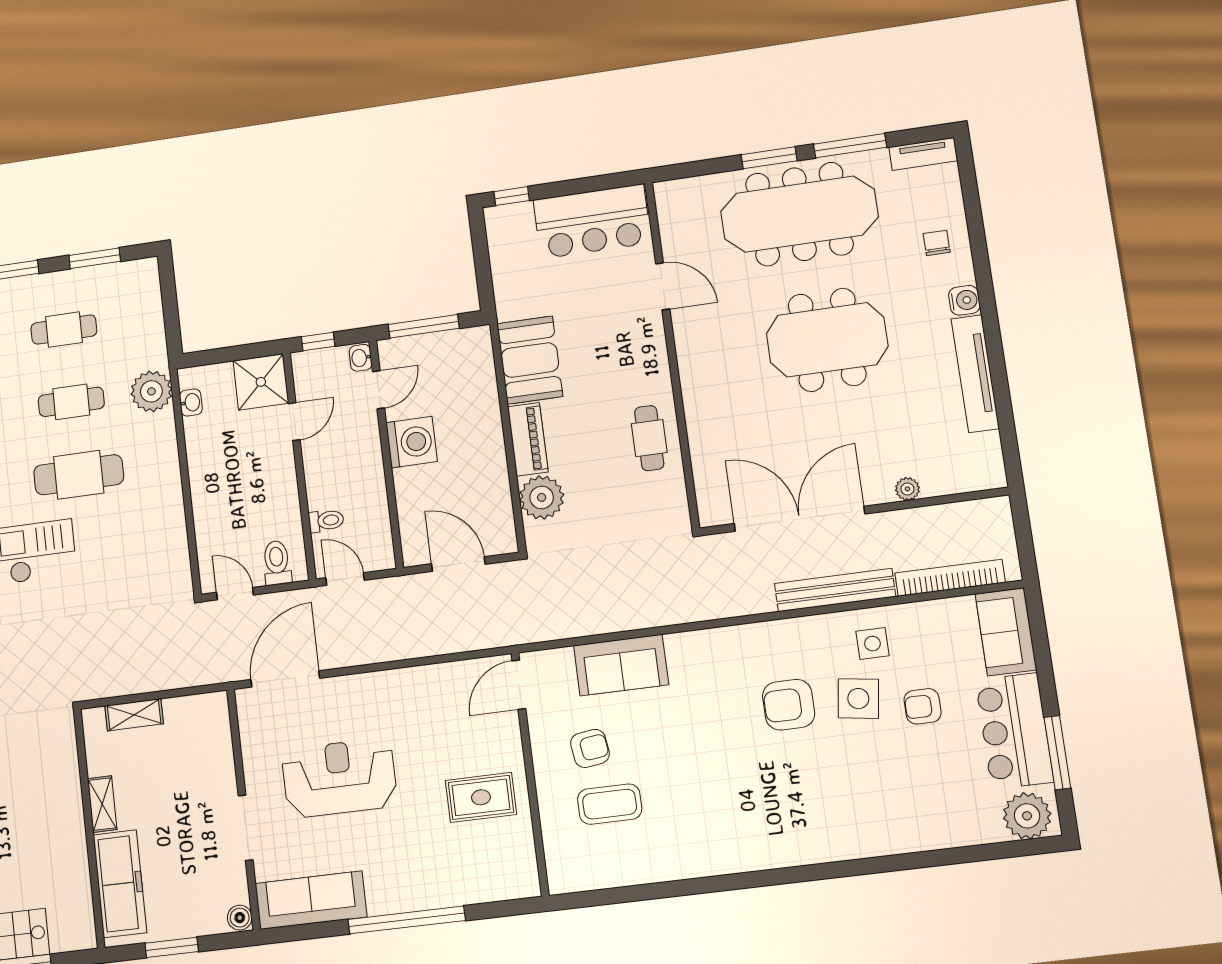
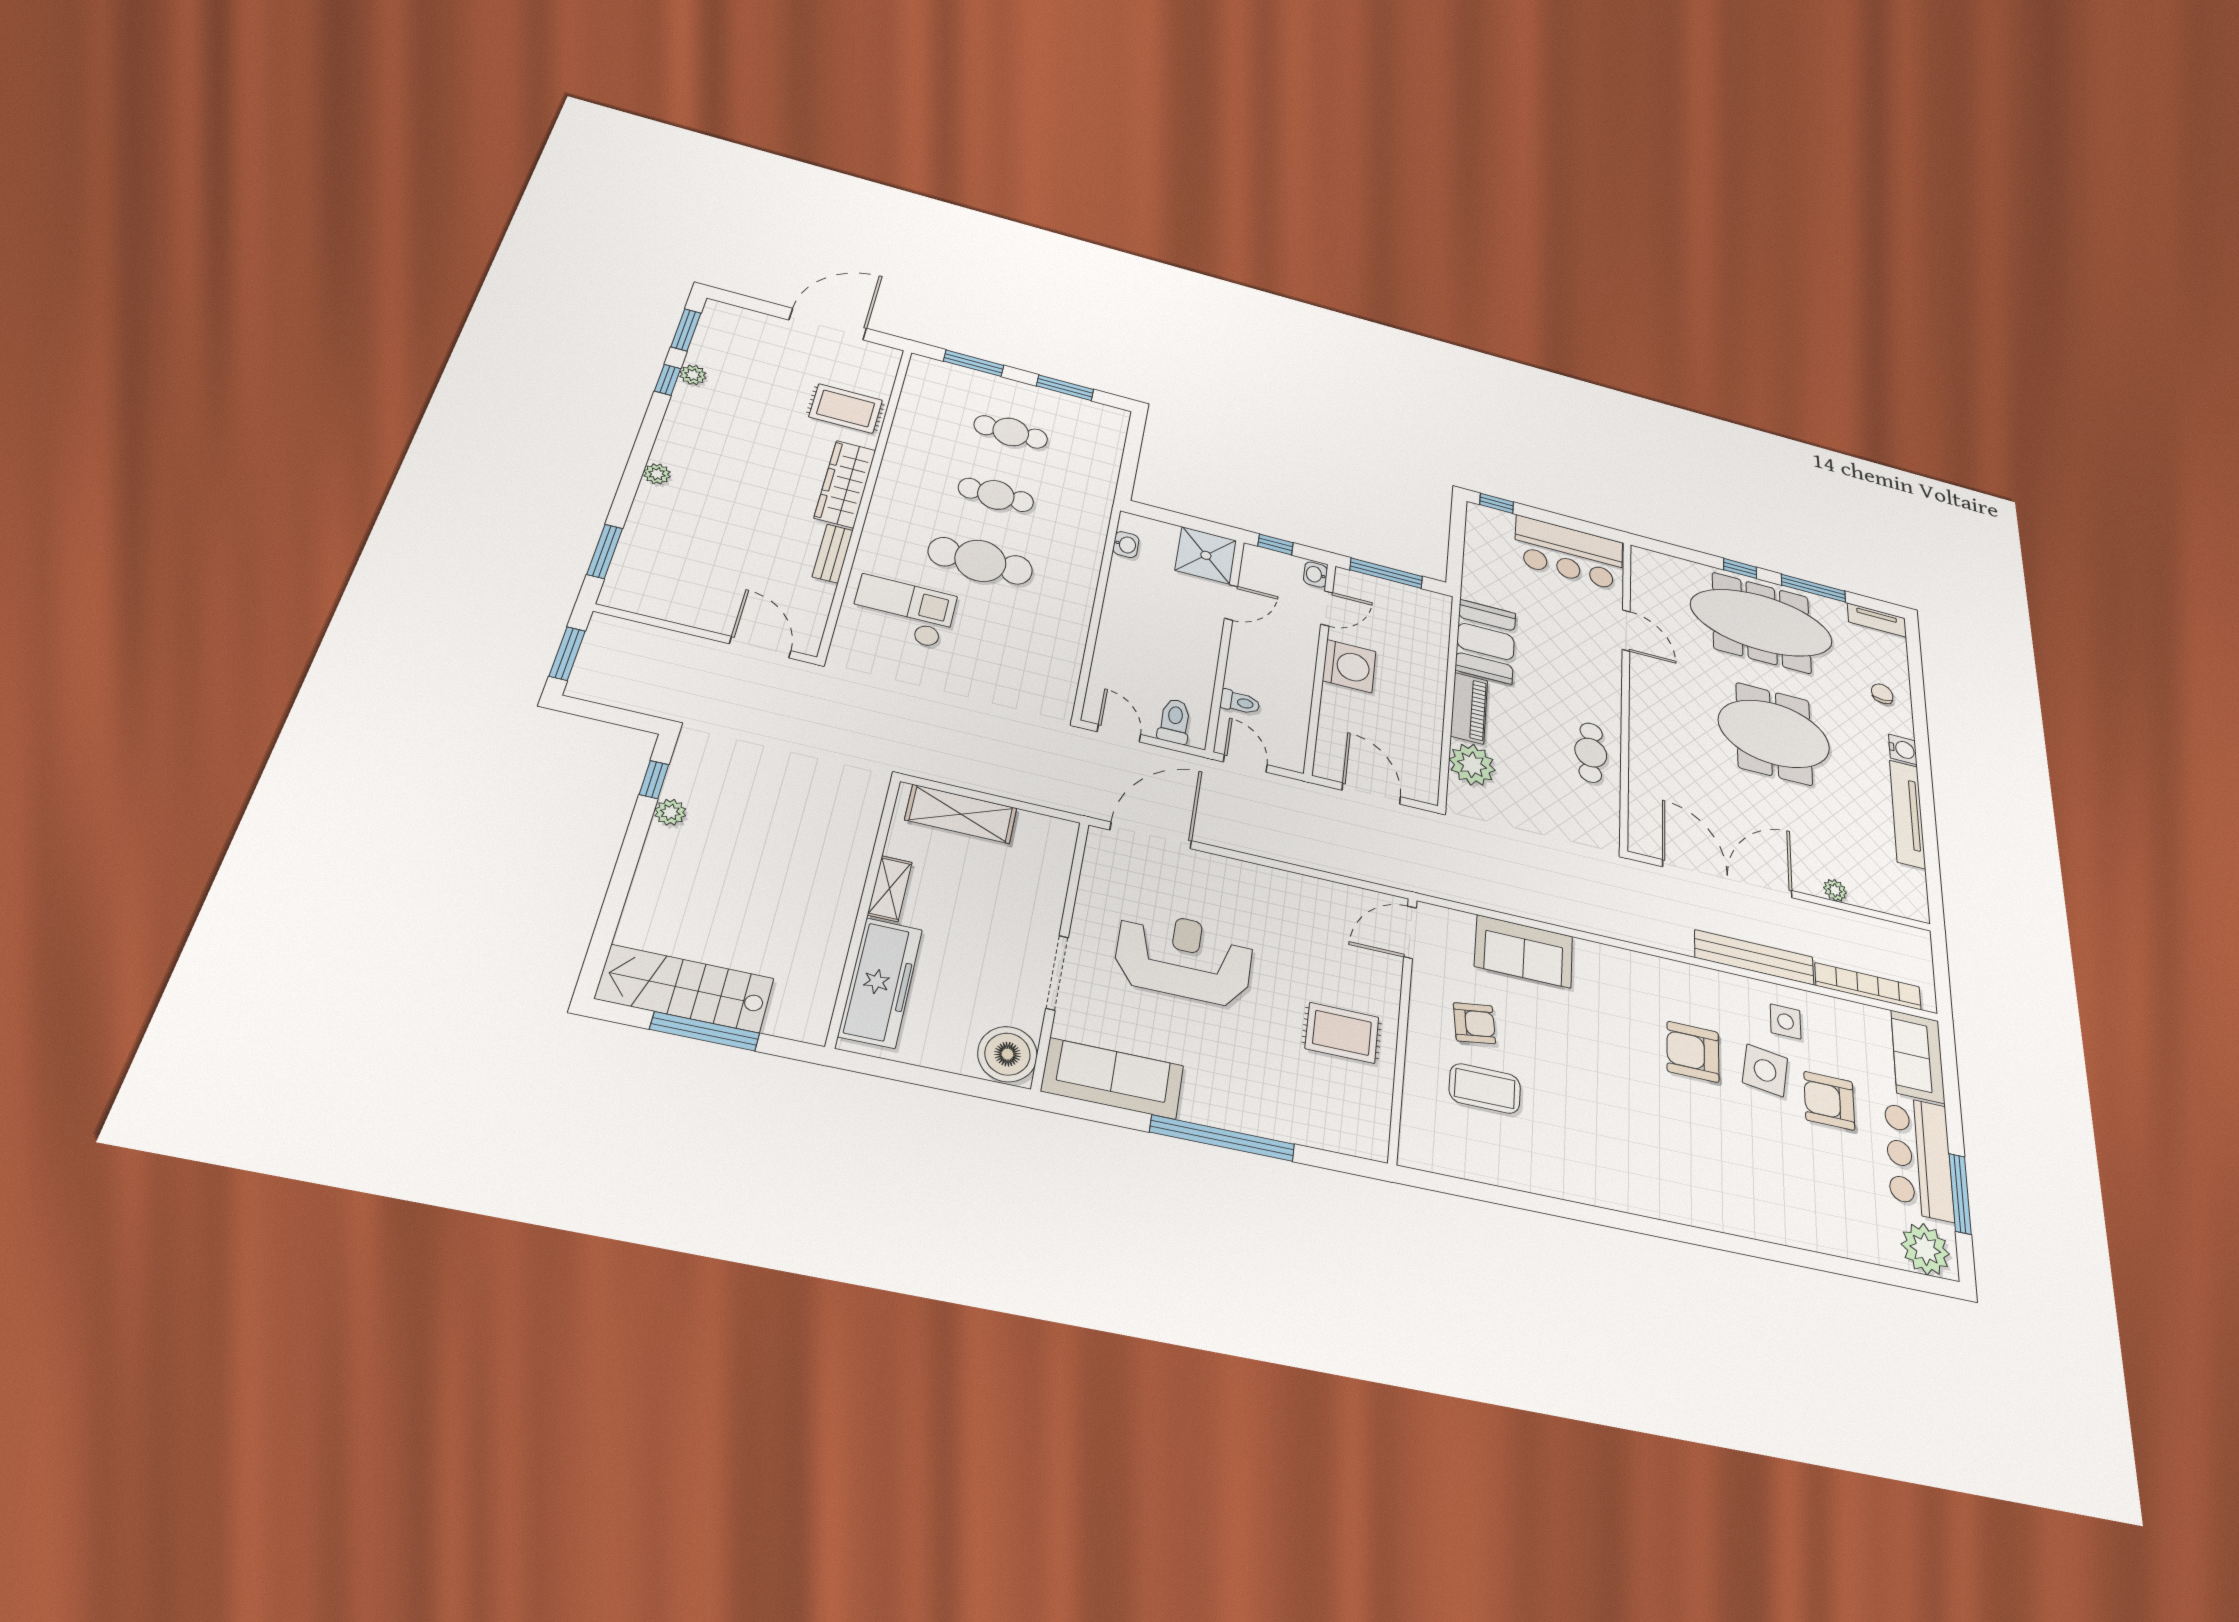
window: (769, 158) -> (1740, 568), width x0.67
plant: (151, 391) -> (1087, 519), removed
armchair: (923, 706) -> (1829, 1101), width x1.38, depth x1.38
shelving: (134, 715) -> (961, 814), width x1.50, depth x1.33
boiler: (240, 918) -> (1007, 1054), width x1.86, depth x1.86
window: (172, 947) -> (921, 1076), removed

